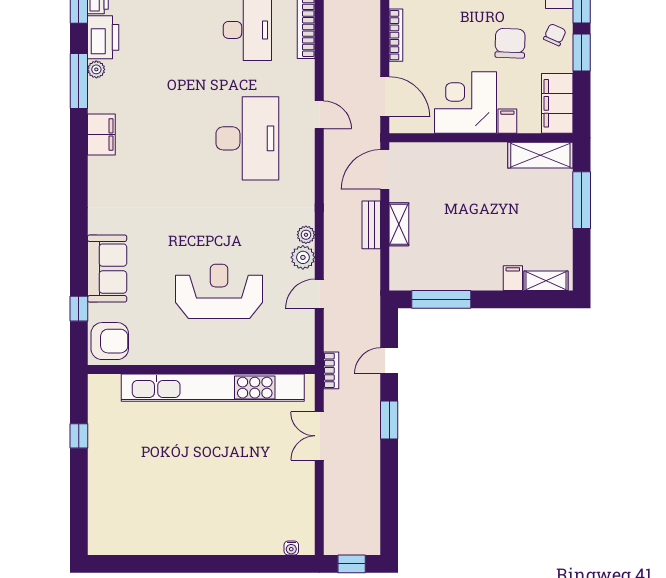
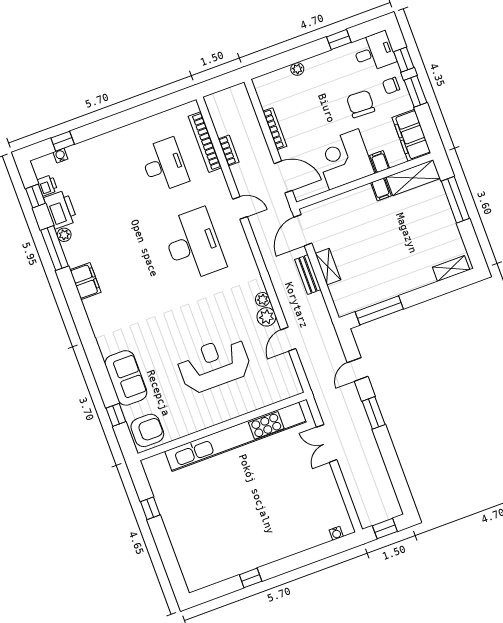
chair: (555, 35) -> (391, 86), turned -114
filing cabinet: (513, 278) -> (381, 189), moved, turned 180
bookcase: (331, 370) -> (229, 150), moved
window: (169, 564) -> (251, 578), added

